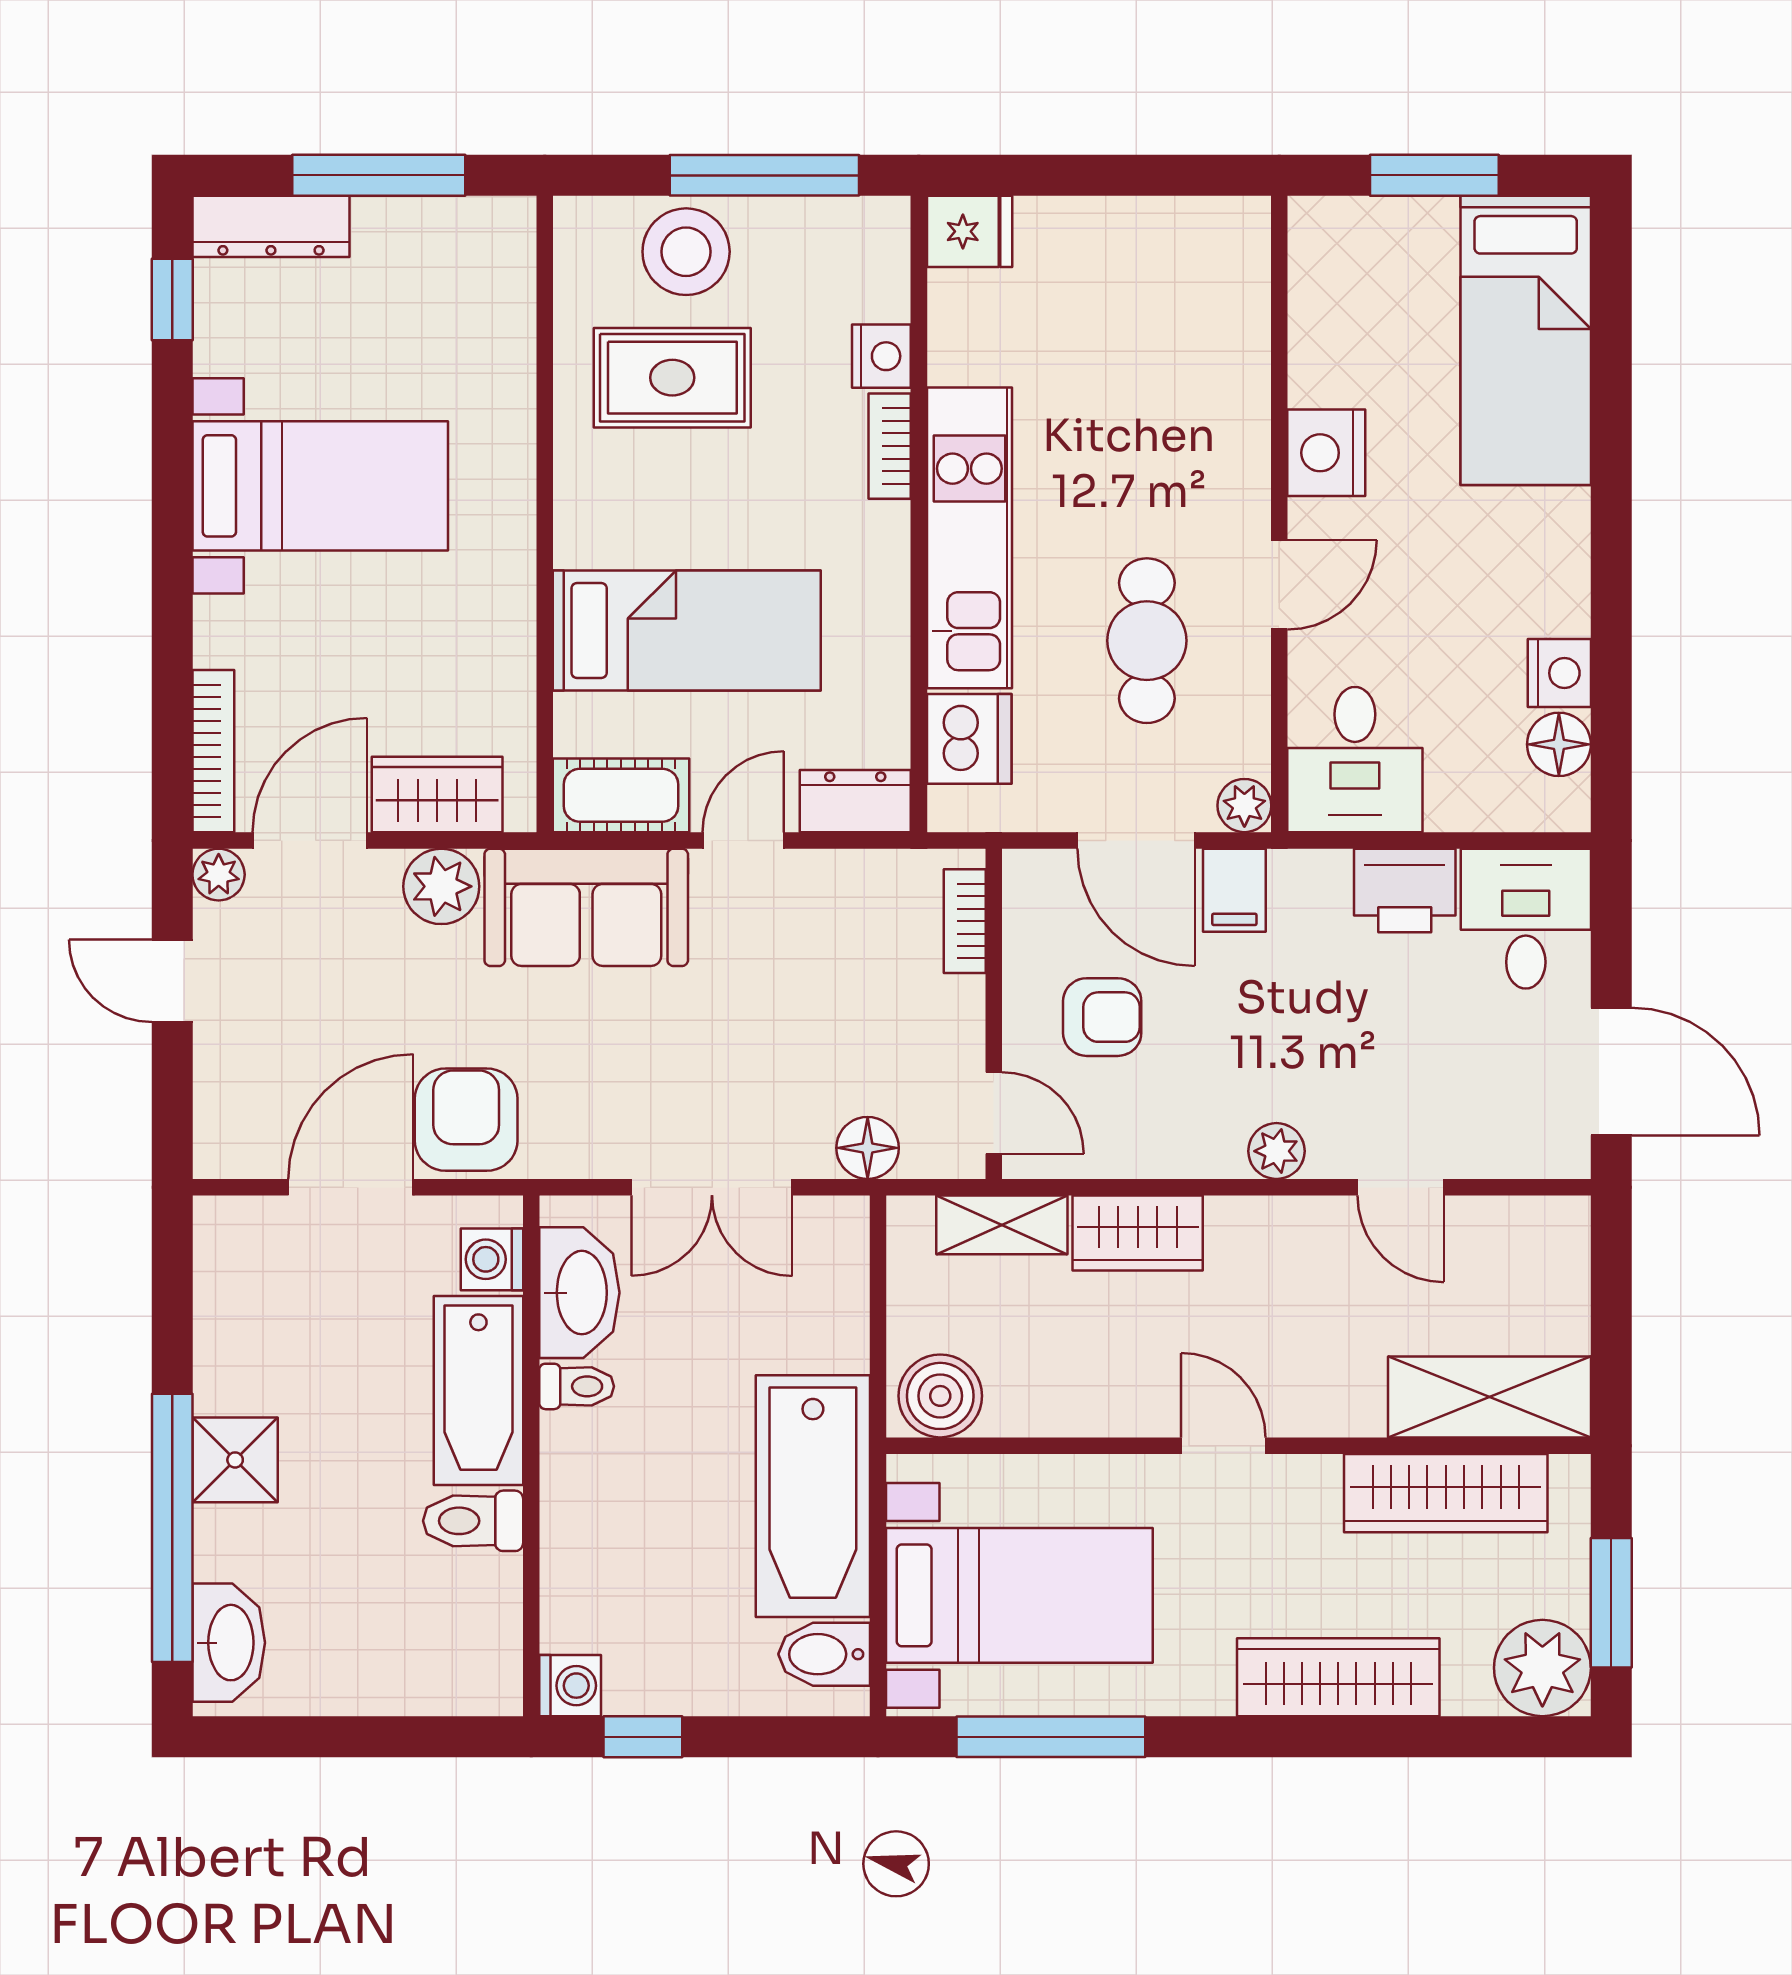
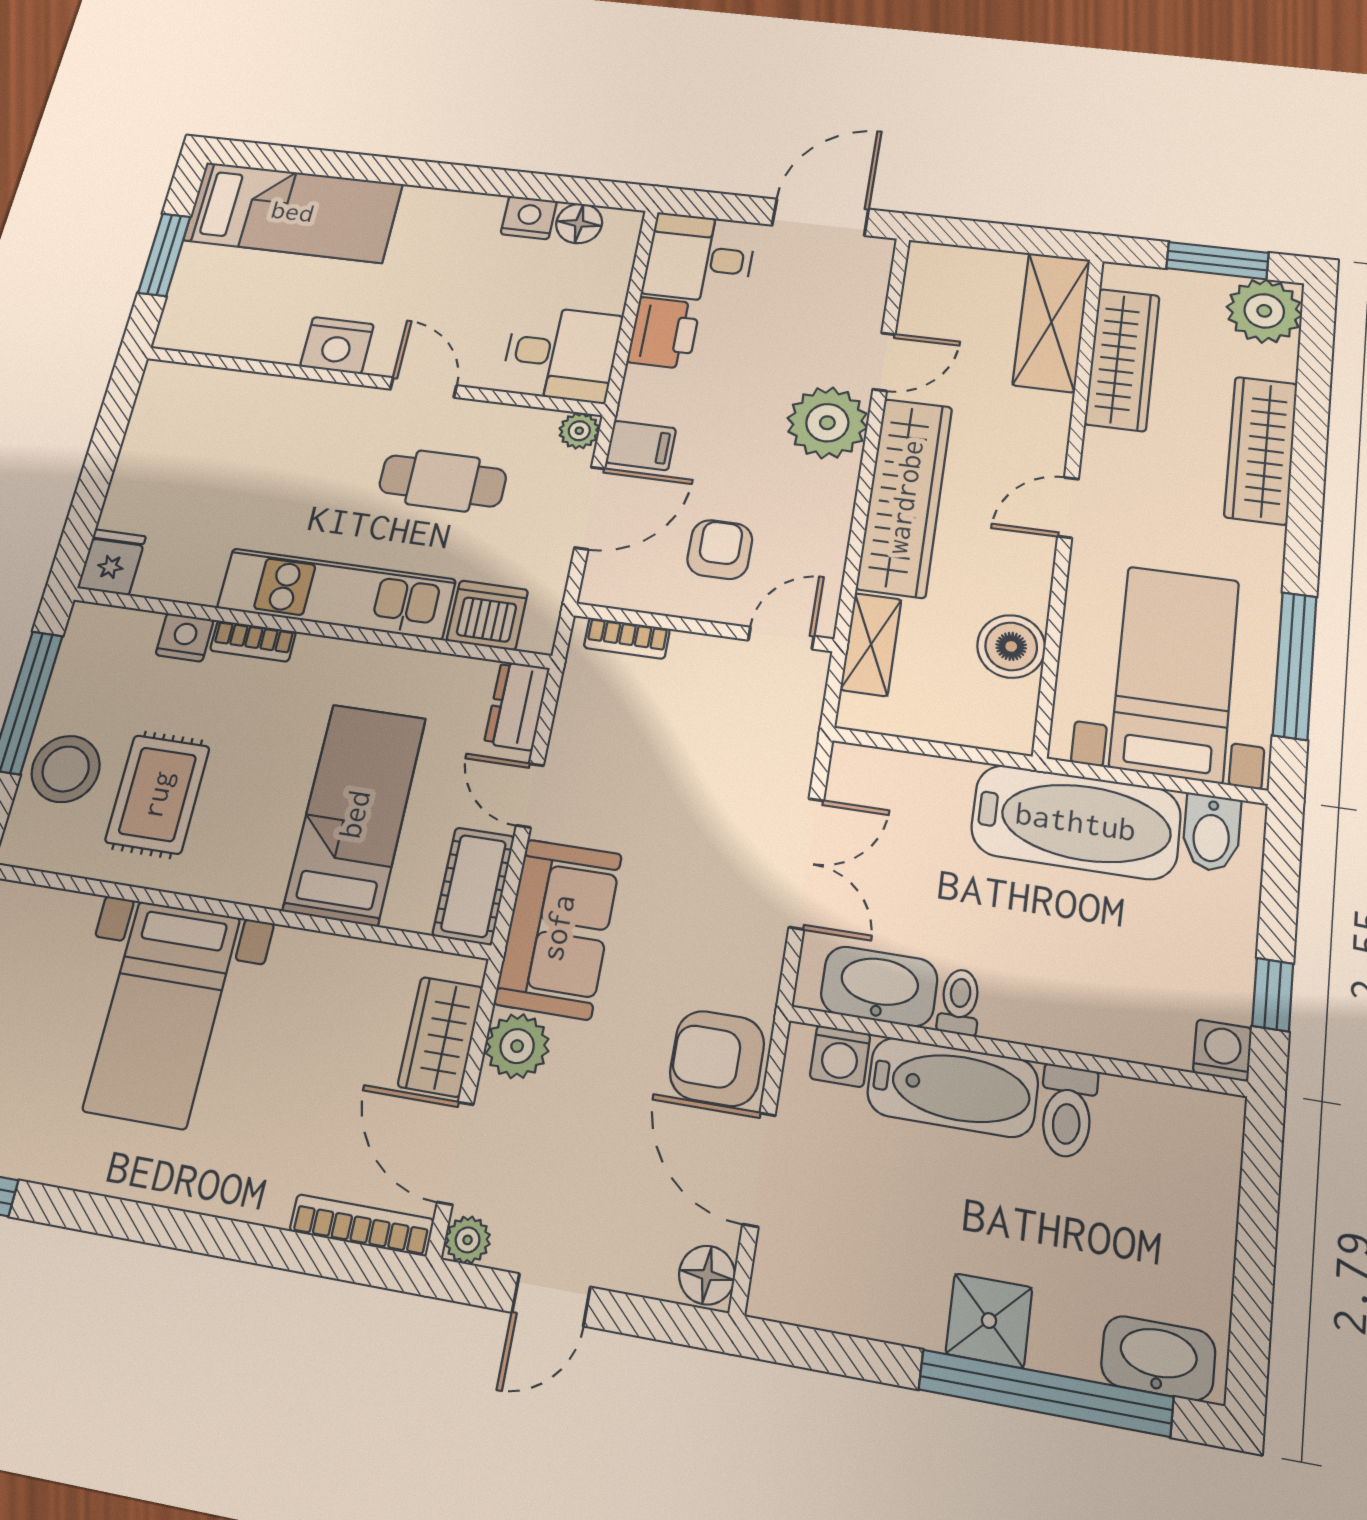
bed with nightstands: (320, 486) -> (162, 1013), moved, turned 180
floor lamp: (868, 1148) -> (707, 1275), moved
plant: (1276, 1151) -> (827, 423), width x1.87, depth x1.87
wardrobe: (1138, 1233) -> (905, 497), width x2.10, depth x1.17
boiler: (940, 1396) -> (1011, 646), moved

